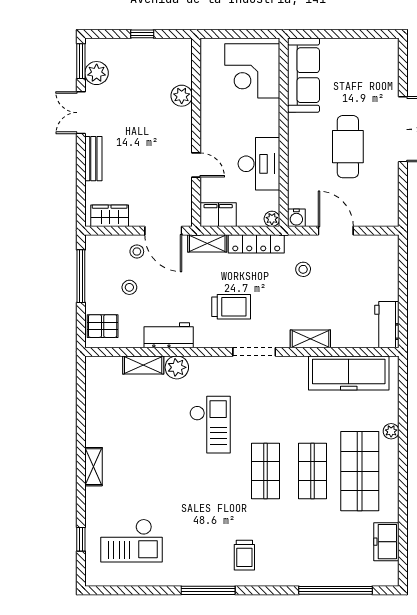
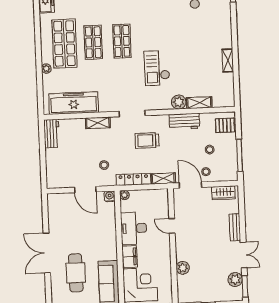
cafe table: (348, 147) -> (76, 273), moved
filing cabinet: (218, 215) -> (130, 257), moved, turned -90
shelving: (94, 467) -> (228, 60), moved

